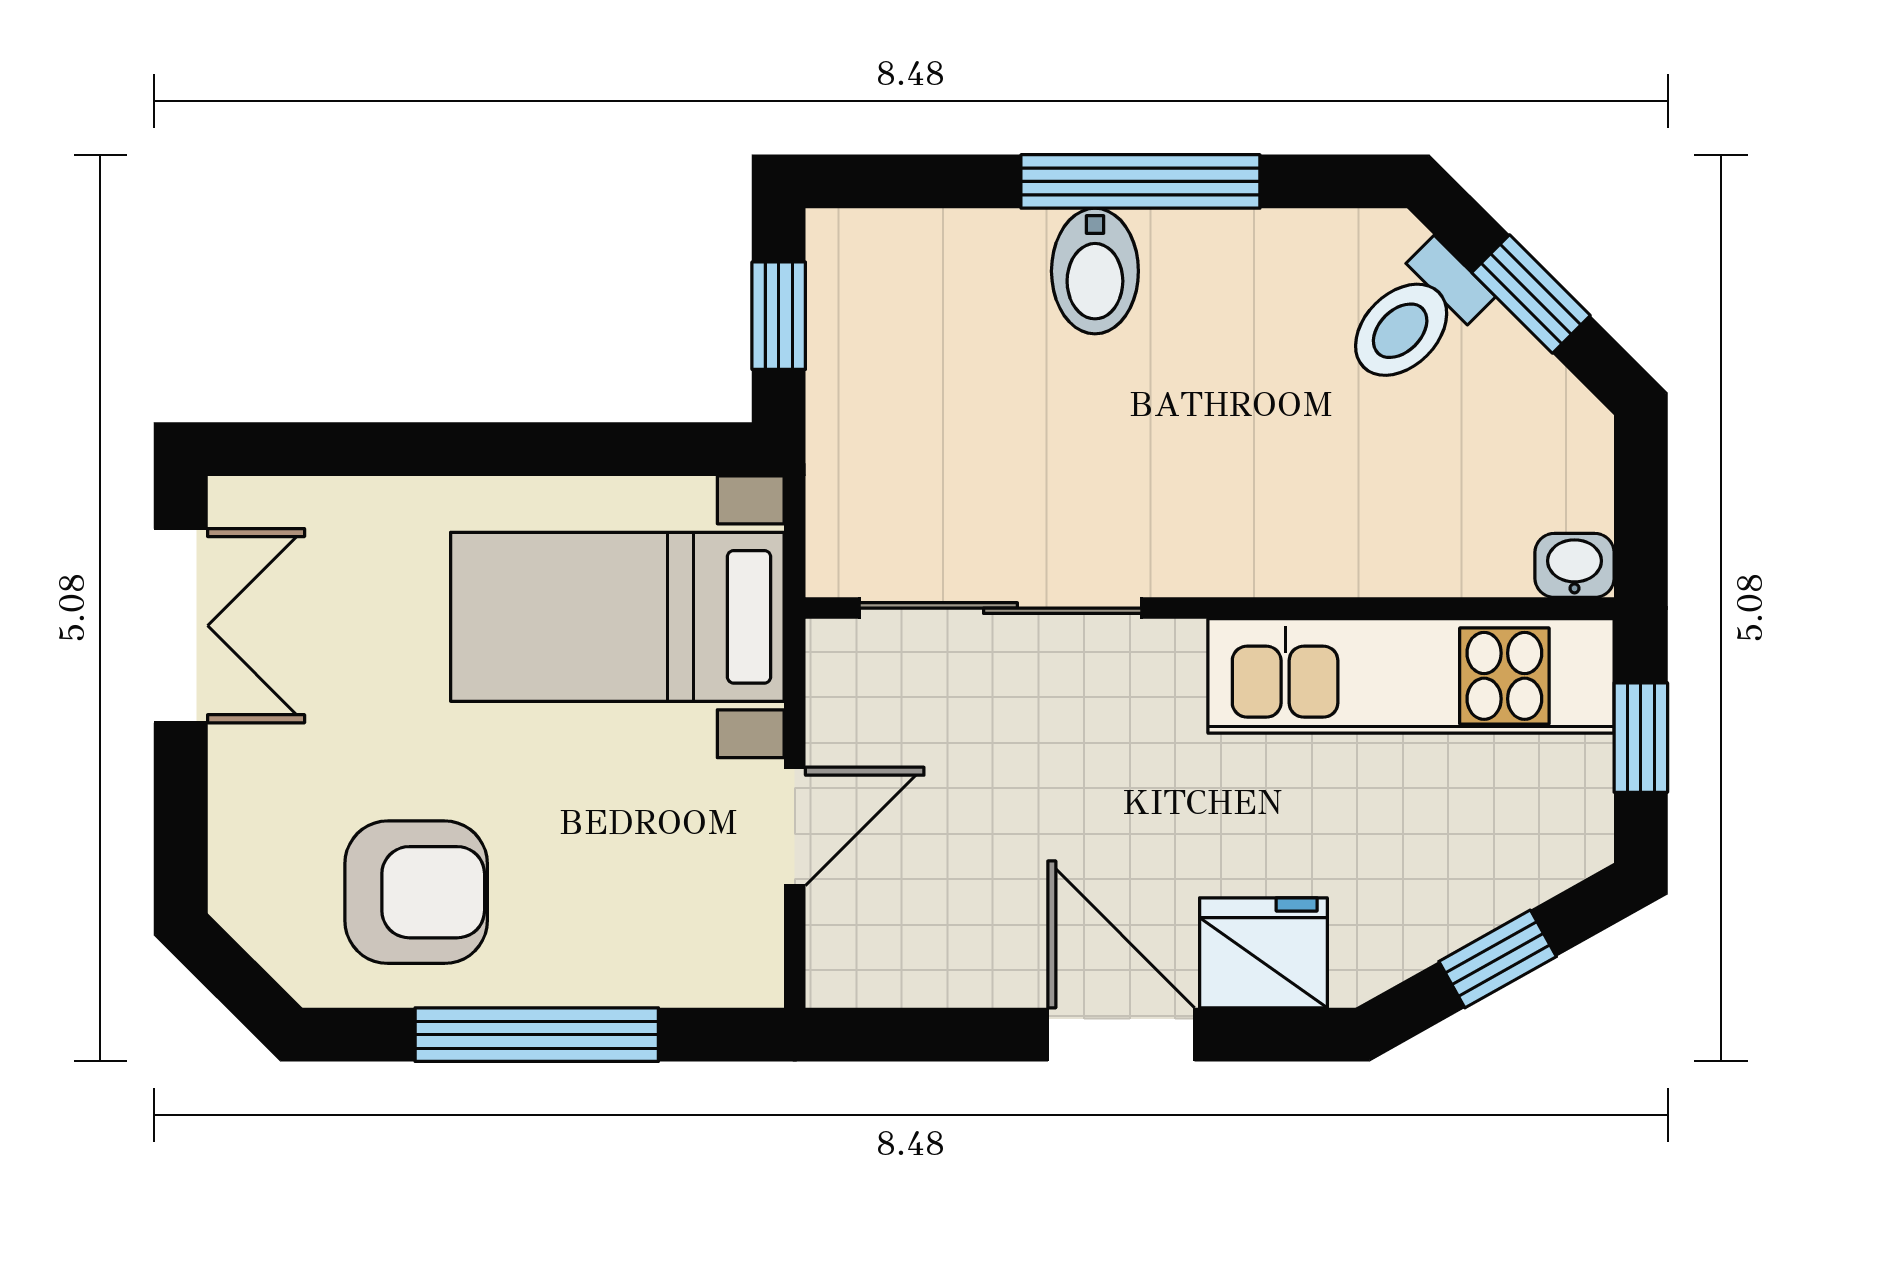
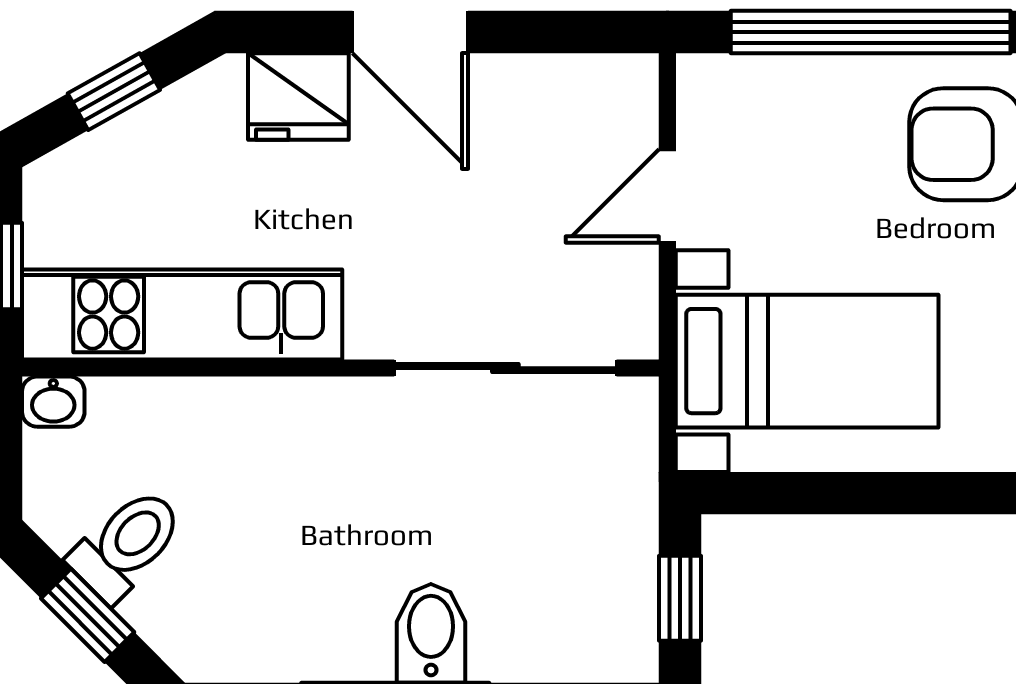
toilet: (1414, 317) -> (126, 545), moved
window: (537, 1035) -> (871, 32), width x1.46

